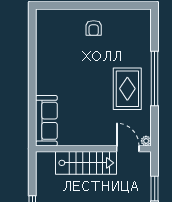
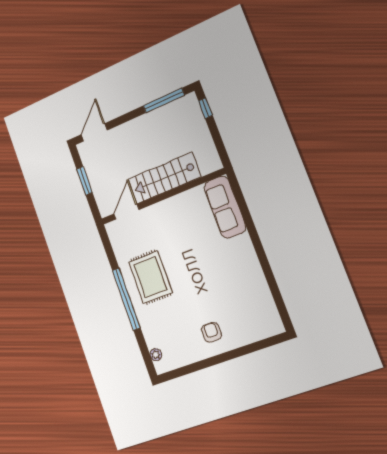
plant: (146, 141) -> (156, 355), moved
door: (128, 149) -> (126, 212), swing flipped

